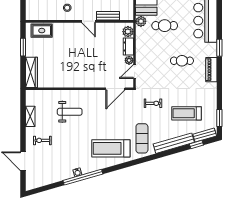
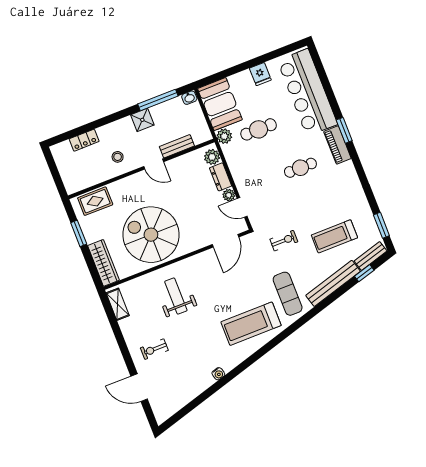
spiral stairs: (69, 66) -> (151, 235), added
piano: (211, 70) -> (337, 145), moved
door: (134, 72) -> (242, 207), hinge flipped
weight bench: (70, 112) -> (176, 296), turned -90
shelving: (30, 116) -> (118, 304), moved
window: (83, 177) -> (228, 377), removed

